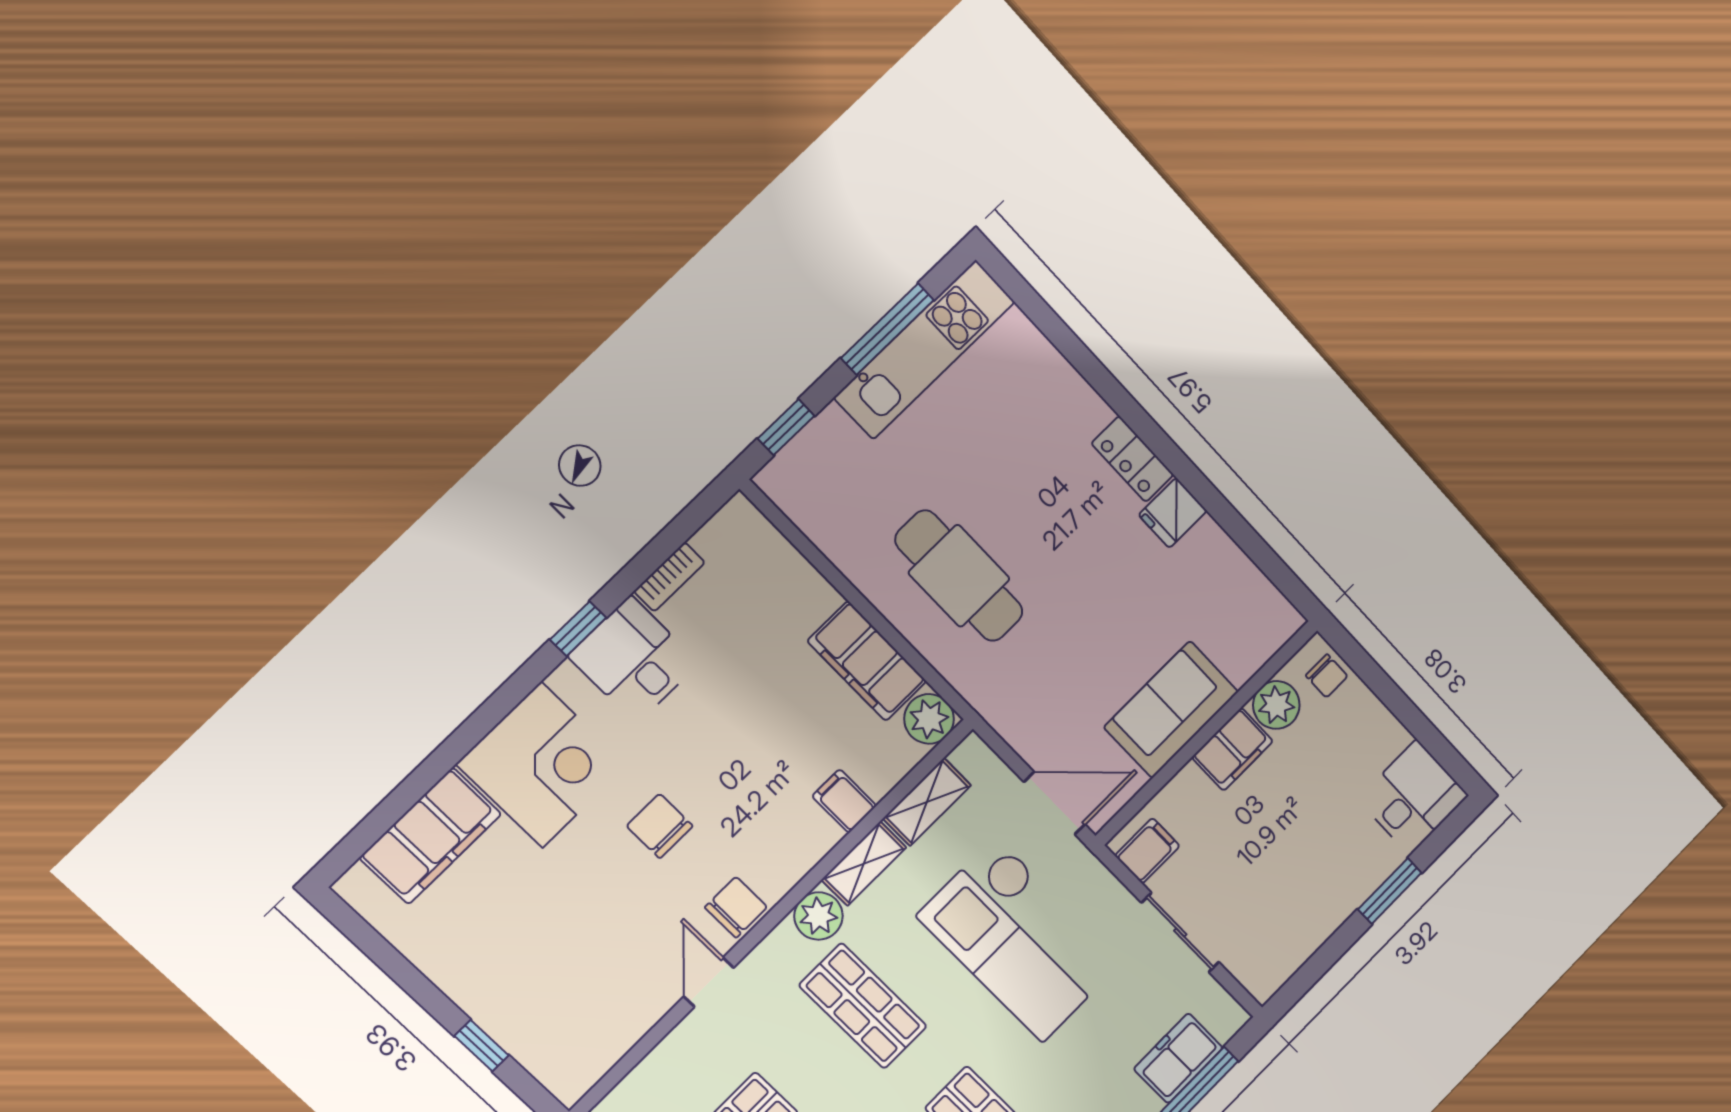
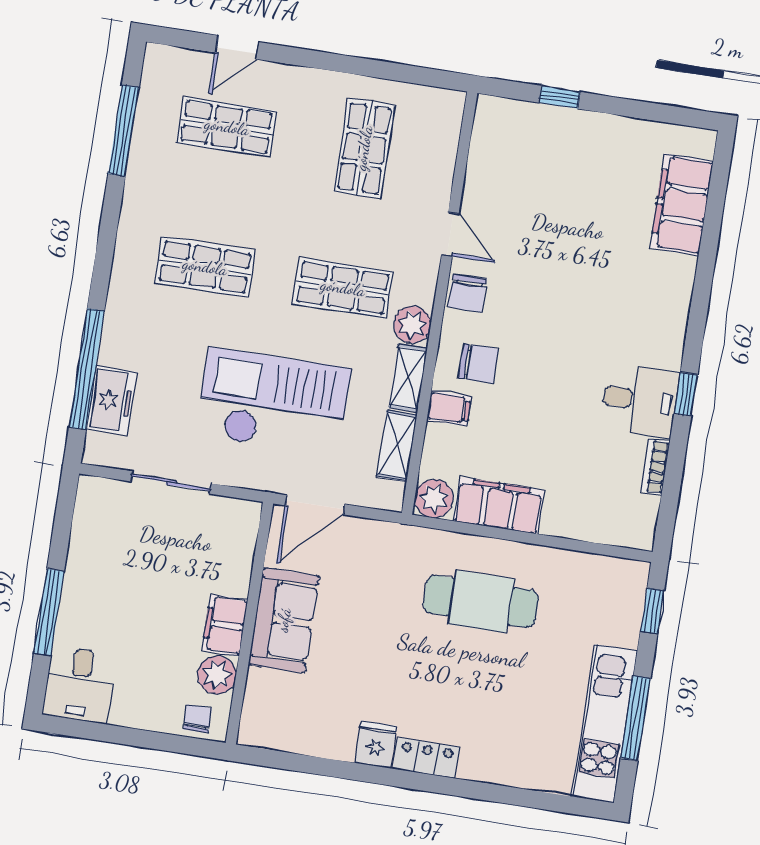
chair: (1327, 676) -> (197, 719), turned 90
corner desk: (542, 765) -> (648, 296), removed
chair: (660, 826) -> (478, 364), moved
filing cabinet: (1147, 851) -> (232, 519), removed
window: (1390, 891) -> (49, 612), width x1.44

